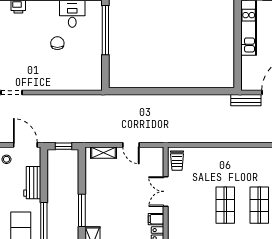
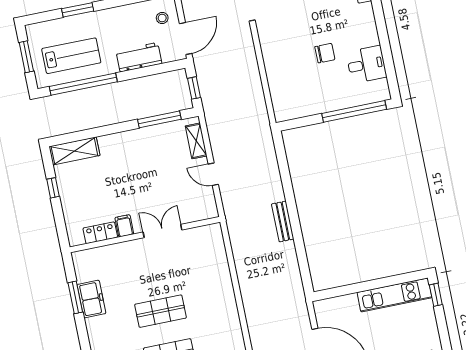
bench: (246, 100) -> (283, 221), moved
door: (131, 145) -> (213, 174), hinge flipped
trolley: (177, 161) -> (205, 237), removed
window: (82, 210) -> (159, 119), moved

